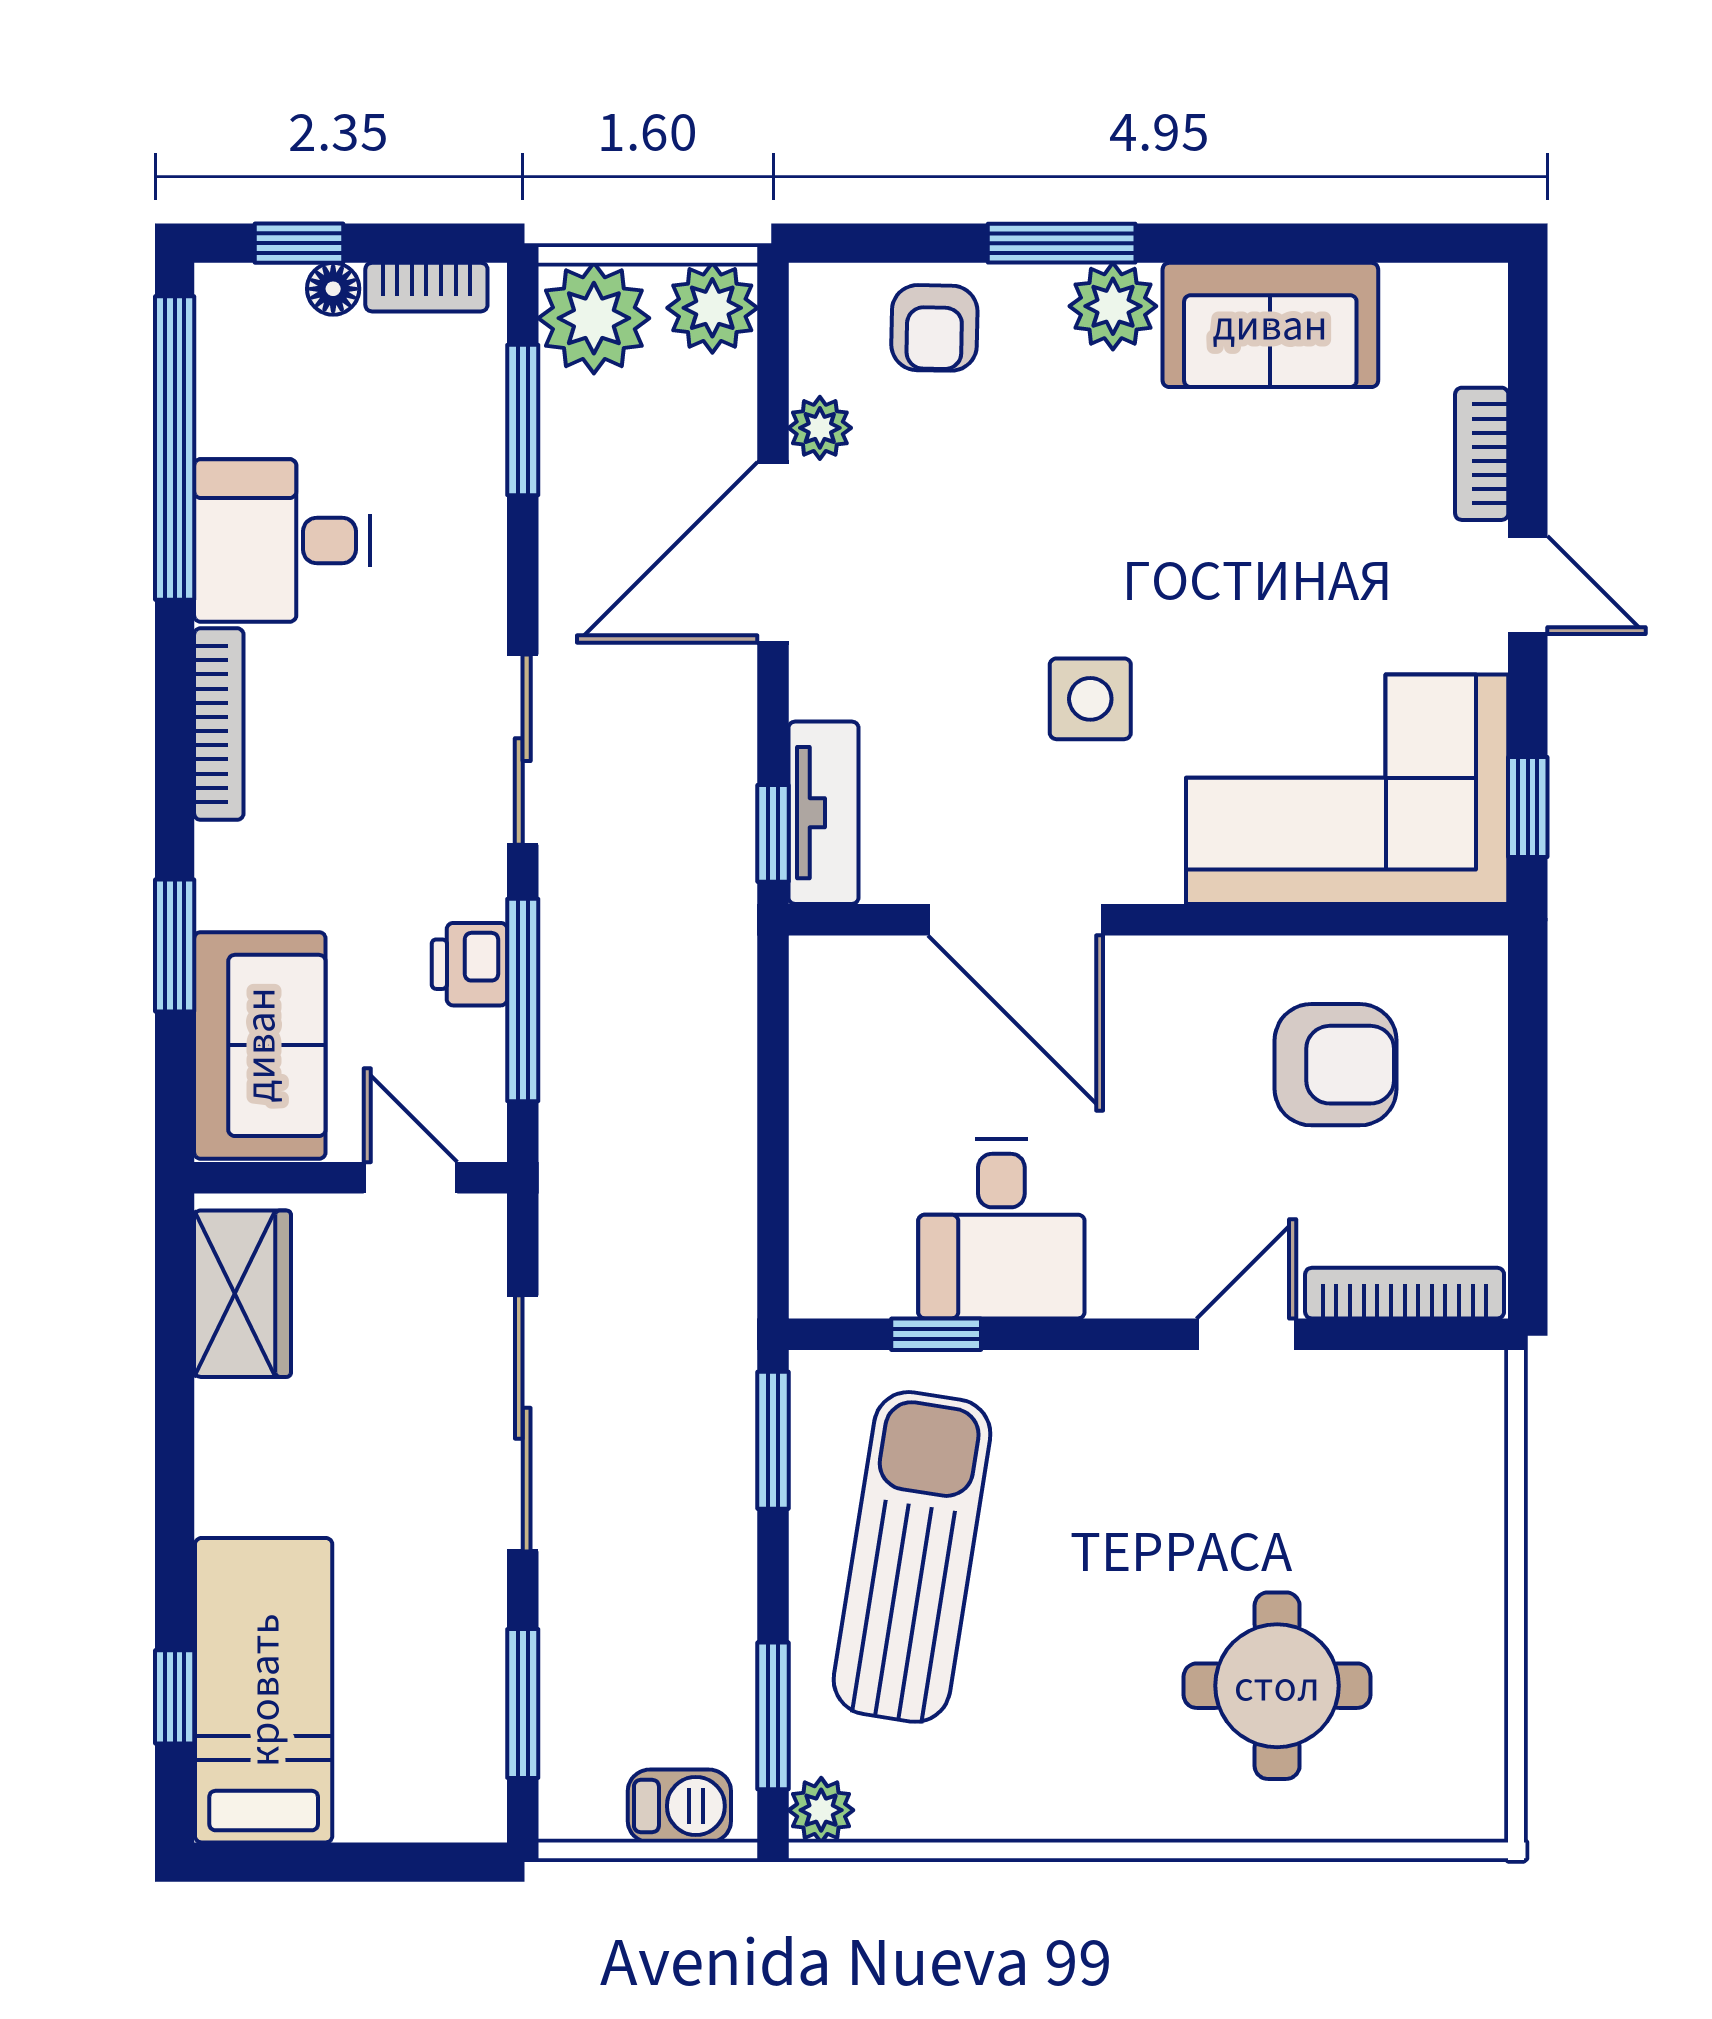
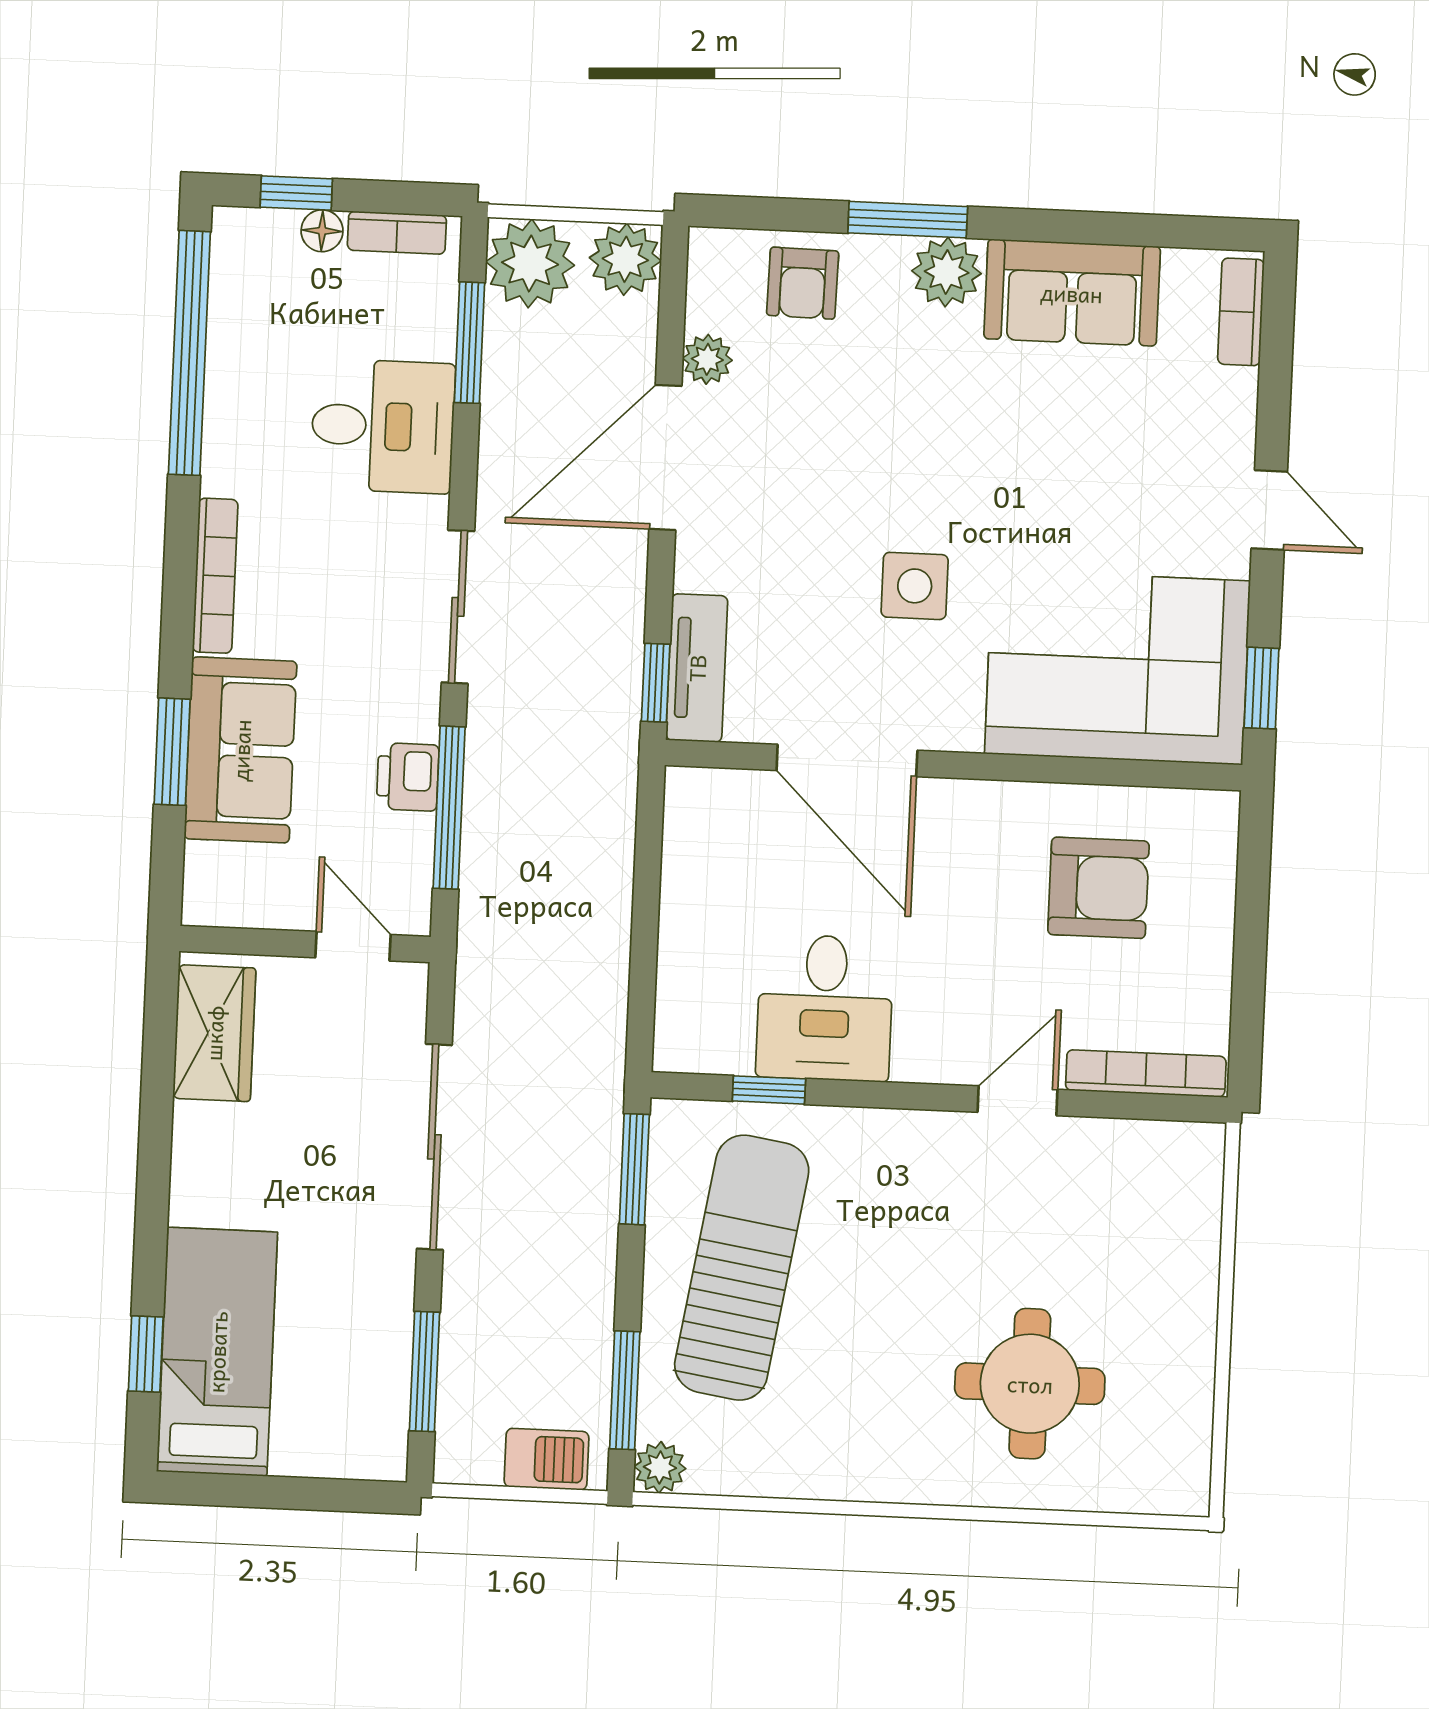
bookcase: (1482, 454) -> (1241, 312), moved
desk: (282, 540) -> (383, 426), moved, turned 180
sofa: (260, 1045) -> (241, 750), moved

